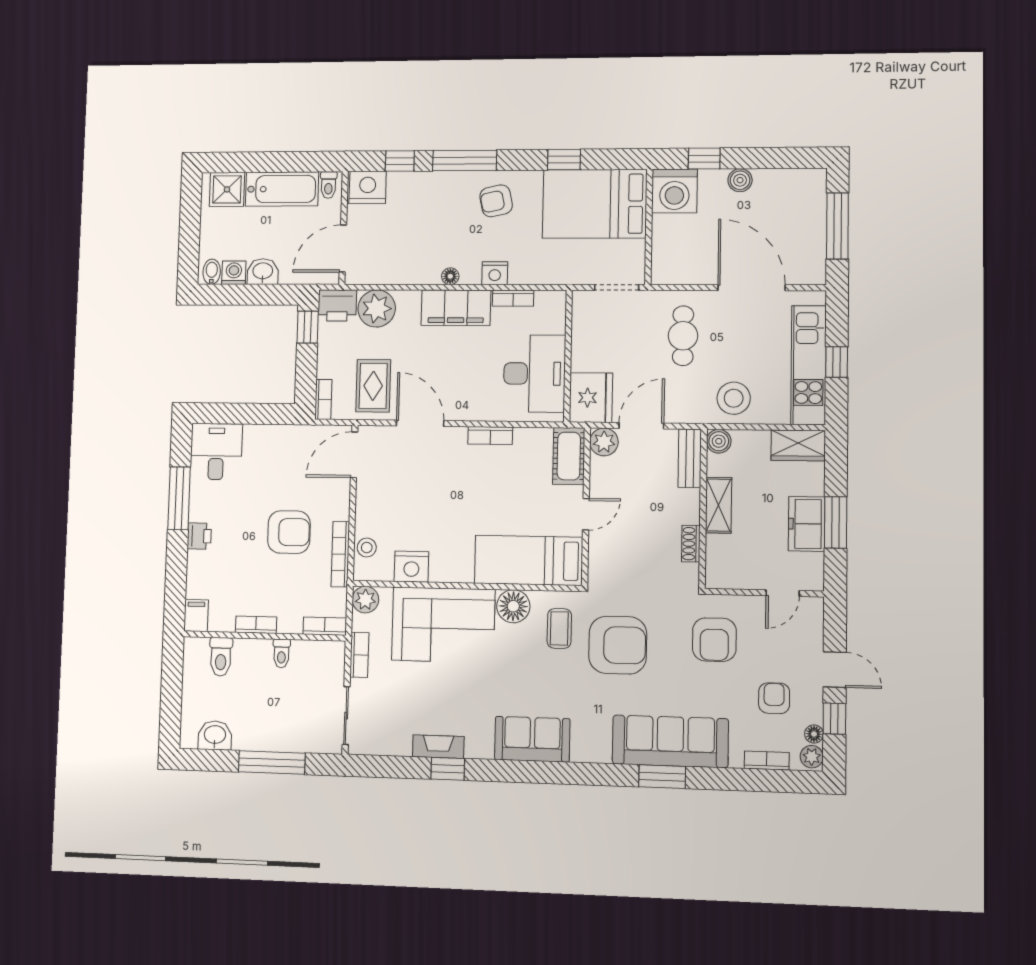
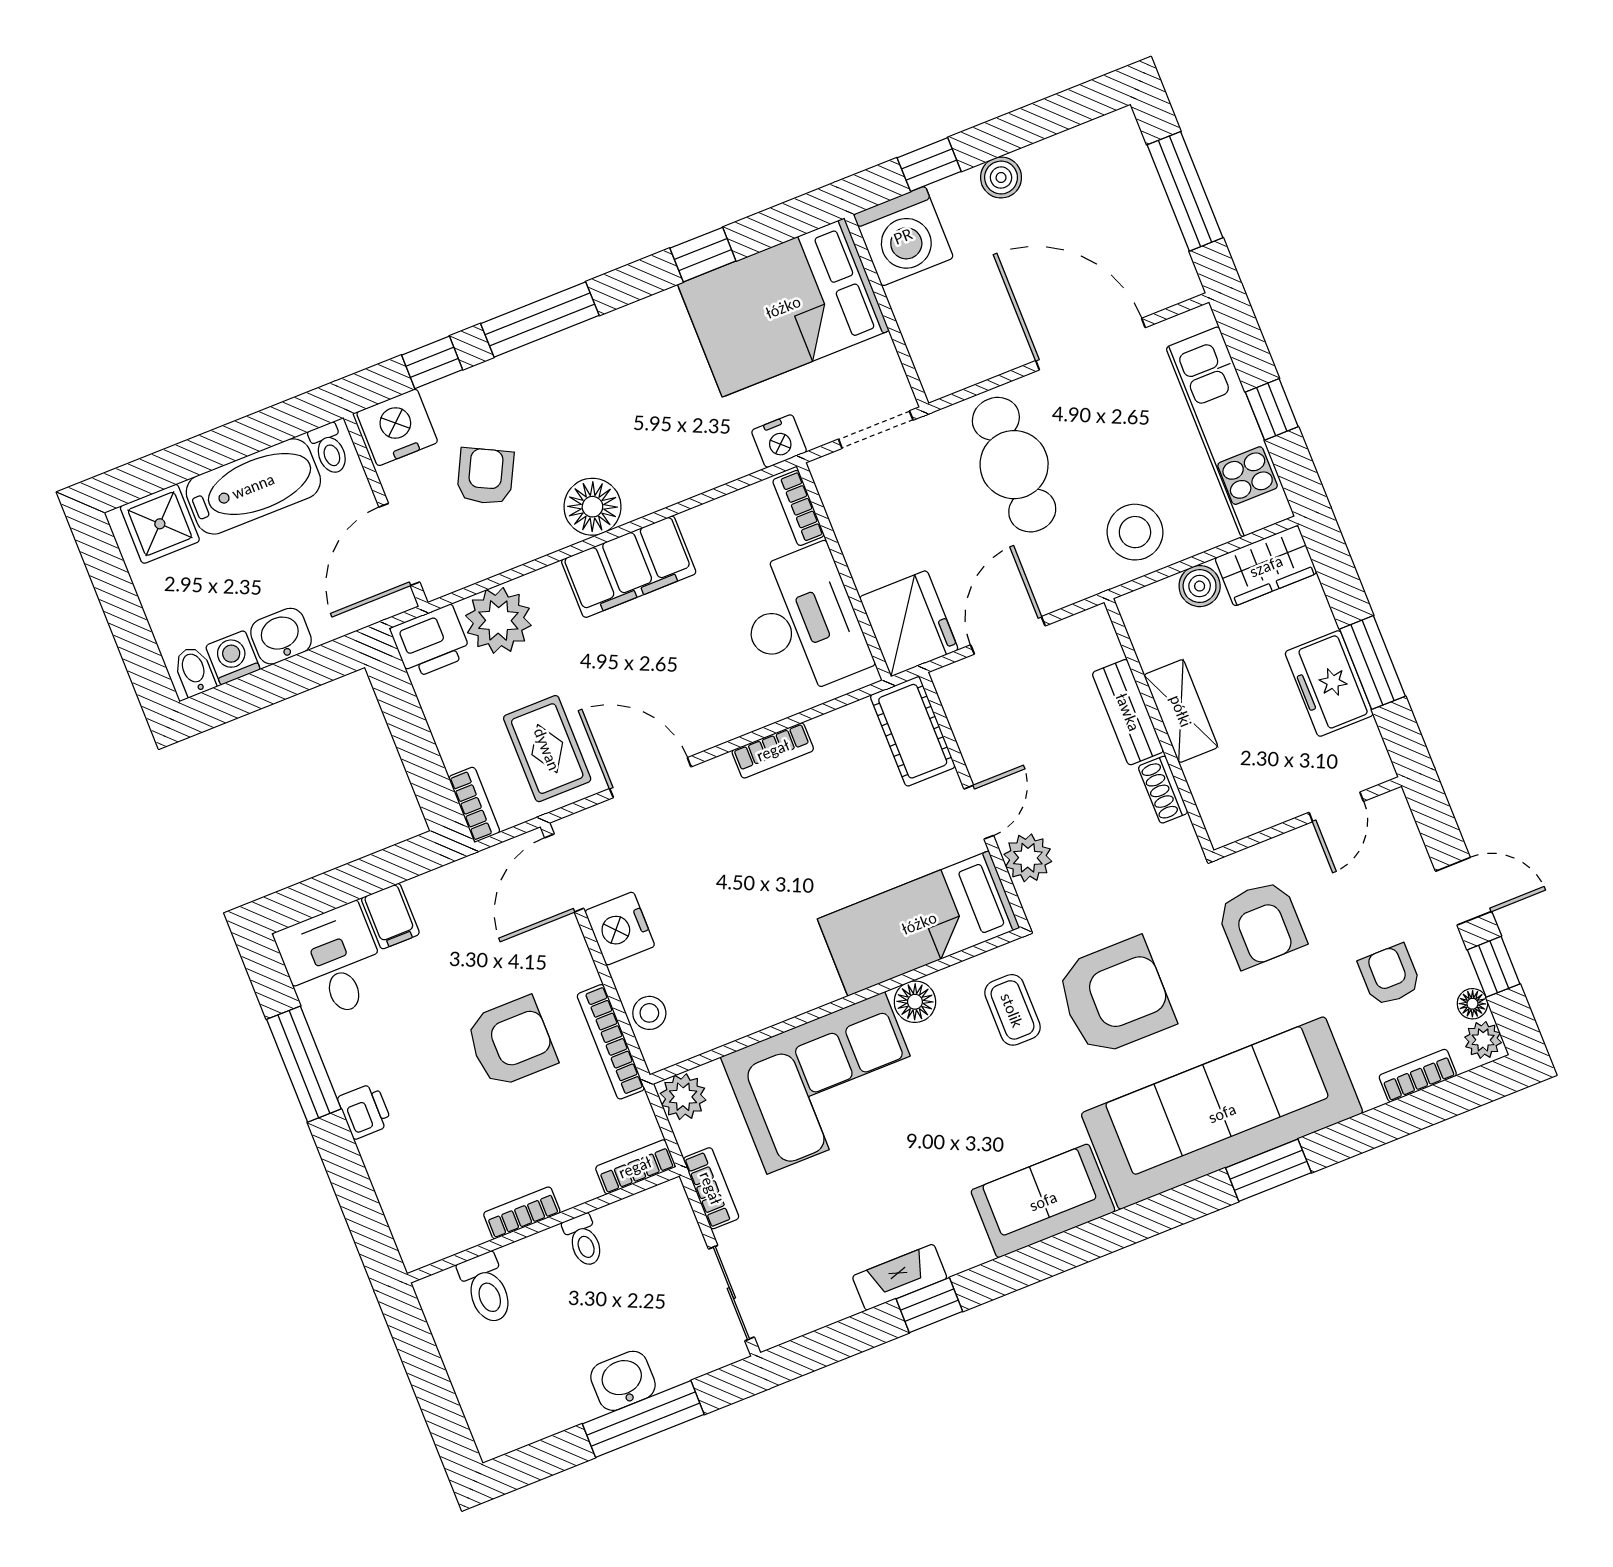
armchair: (496, 201) -> (485, 476), moved, turned 129
nightstand: (495, 273) -> (779, 441), moved
floor lamp: (450, 276) -> (592, 507), width x1.89, depth x1.89
bookcase: (513, 298) -> (798, 508), moved, turned 90
window: (308, 327) -> (397, 697), removed
cafe table: (683, 336) -> (1014, 465), width x1.37, depth x1.35
boiler: (719, 441) -> (1200, 586), moved
plant: (604, 442) -> (1028, 858), moved
bench: (690, 458) -> (1128, 712), moved
nightstand: (411, 567) -> (620, 929), moved, turned 90
floor lamp: (513, 606) -> (915, 1002), width x0.73, depth x0.73
filing cabinet: (196, 615) -> (390, 916), moved, turned 180
washbasin: (215, 735) -> (623, 1381), moved
sofa: (670, 741) -> (1222, 1113), width x1.36, depth x1.27

